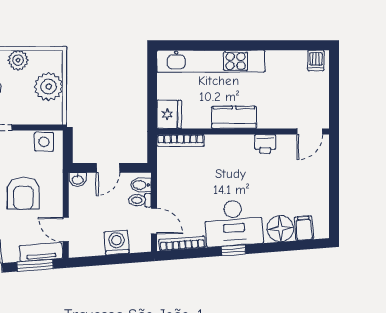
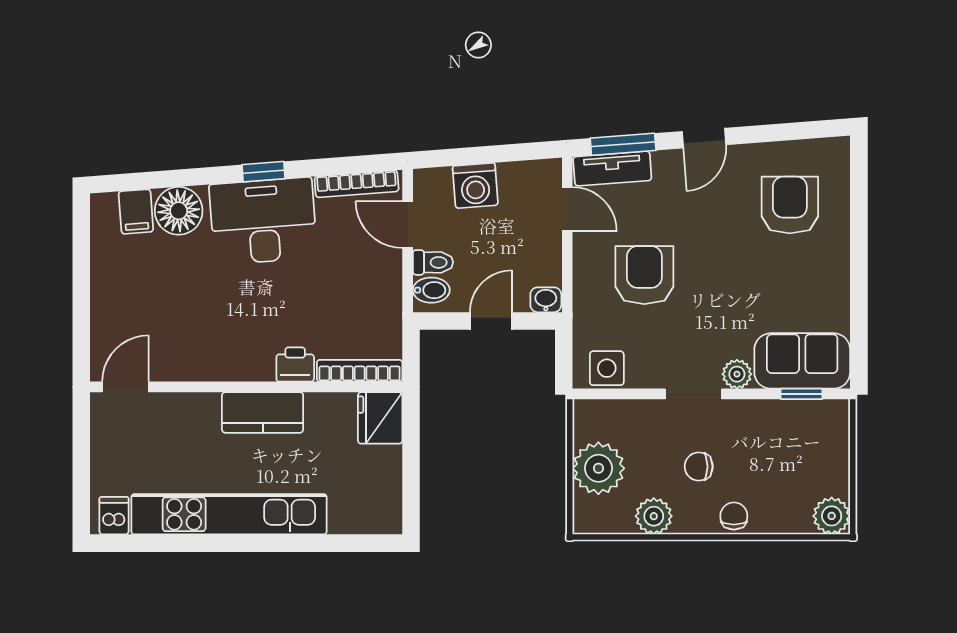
kitchen unit: (211, 61) -> (229, 514), moved
printer: (265, 144) -> (295, 365), moved

